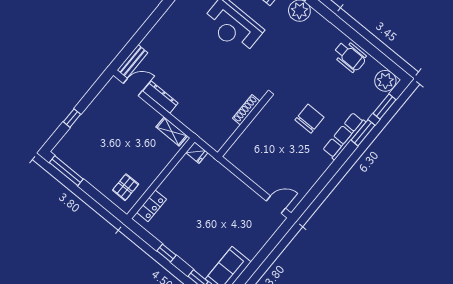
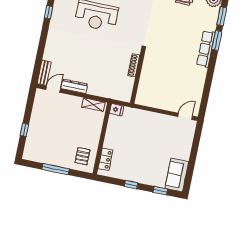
chair: (310, 119) -> (178, 50), removed
window: (66, 171) -> (55, 169), moved

